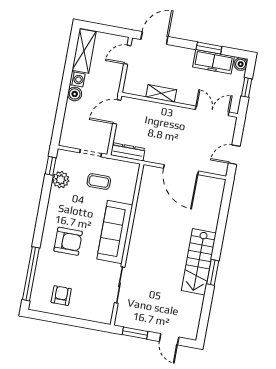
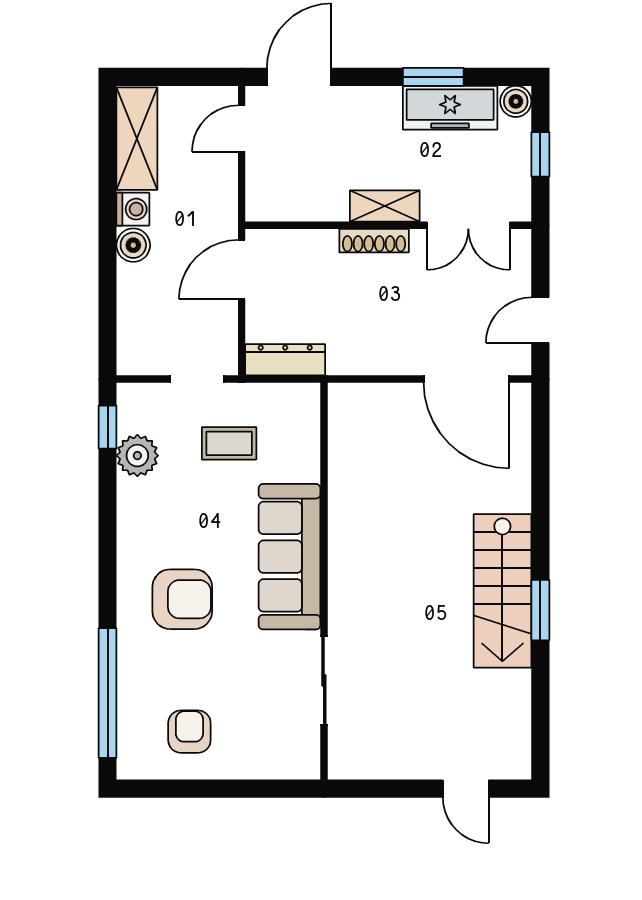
shelving: (161, 93) -> (385, 206), moved
shoe rack: (173, 110) -> (374, 241), added
double door: (212, 111) -> (468, 225), swing flipped
door: (181, 170) -> (467, 379), moved
window: (135, 333) -> (382, 789), removed

